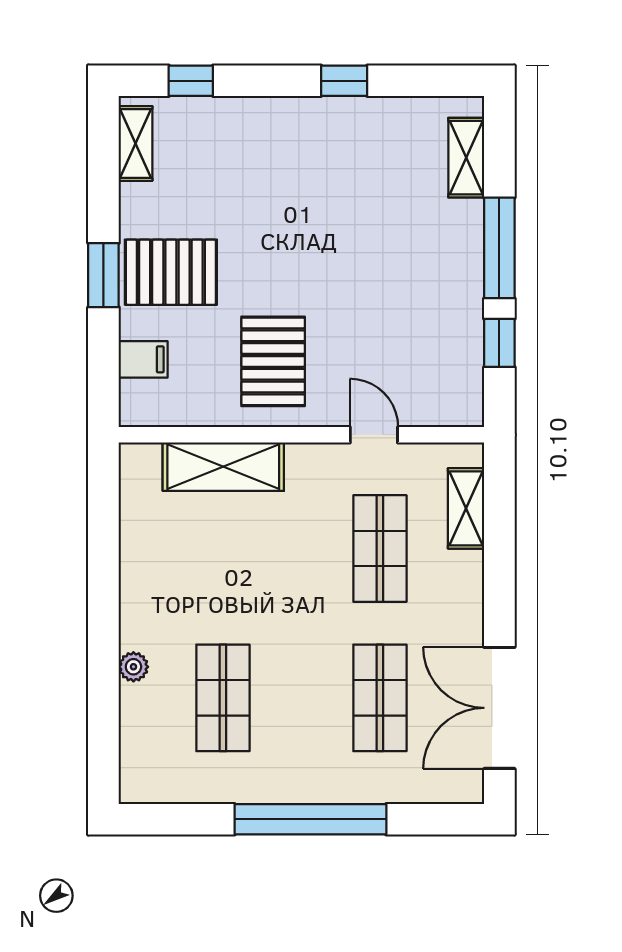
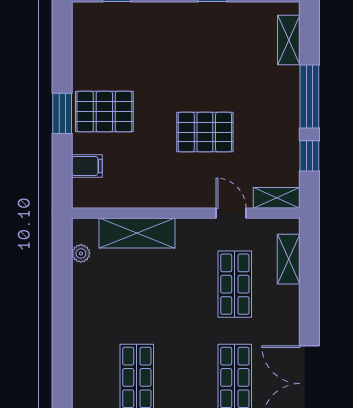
shelving: (136, 143) -> (277, 198), moved, turned 90
pallet: (273, 361) -> (205, 132), moved, turned 90
plant: (133, 667) -> (81, 253), moved

